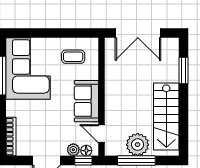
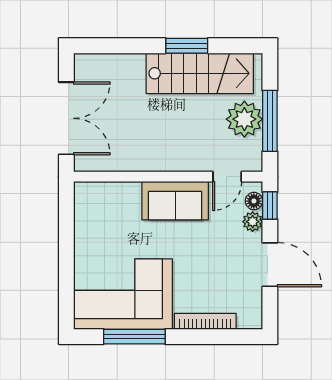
coffee table: (73, 57) -> (104, 222), removed
window: (183, 70) -> (187, 46), moved
bookcase: (11, 137) -> (205, 321), moved

